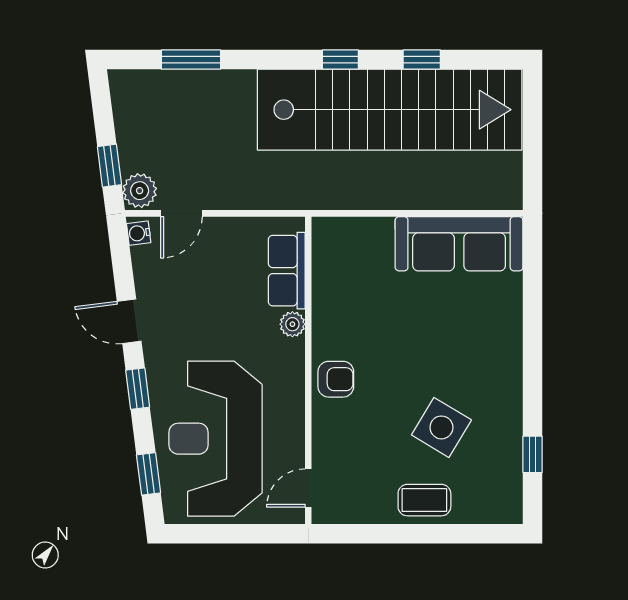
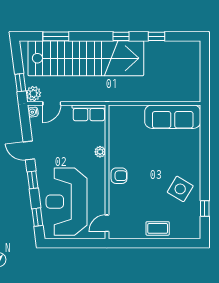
stairs: (390, 110) -> (86, 58), moved
row of seats: (287, 271) -> (89, 113), moved, turned -90
side table: (441, 427) -> (180, 189), moved

